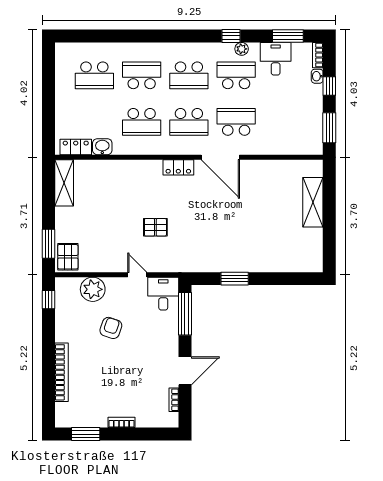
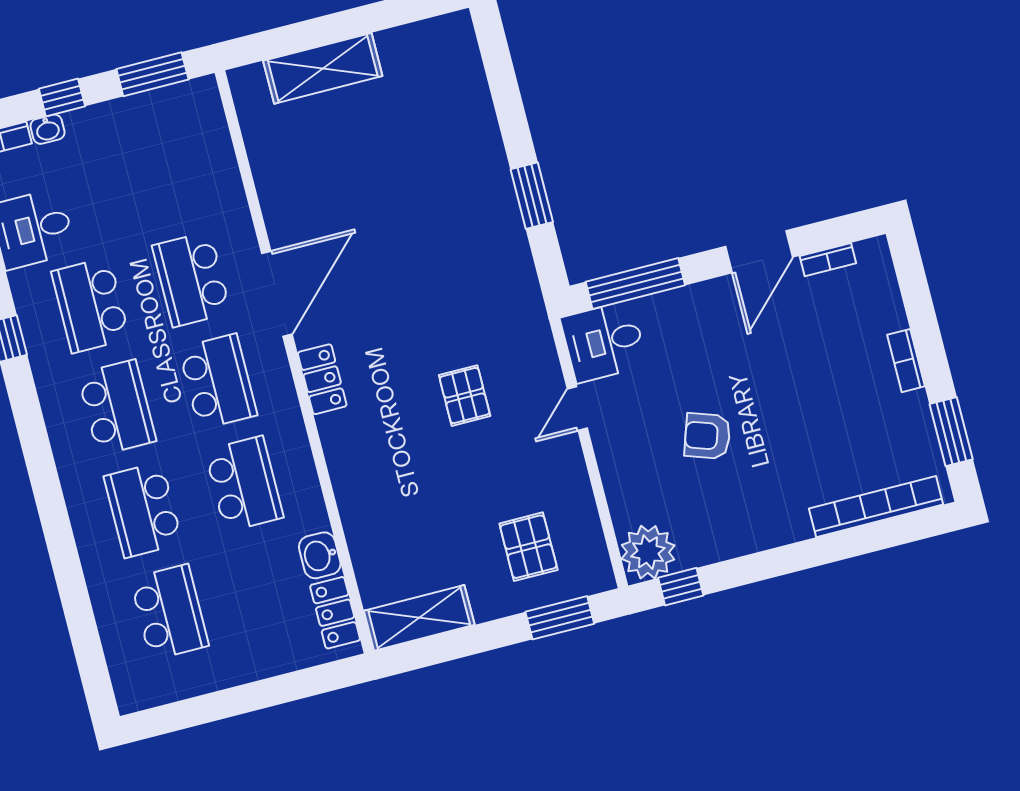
plant: (242, 49) -> (30, 308), removed
pallet: (68, 257) -> (528, 547), moved, turned 90
plant: (93, 289) -> (648, 552), moved
door: (185, 371) -> (759, 252), swing flipped
bookcase: (62, 372) -> (876, 507), moved

